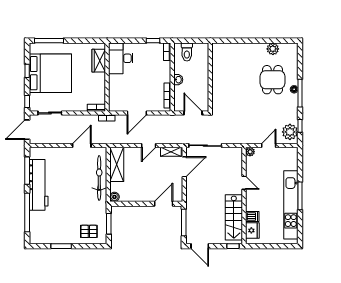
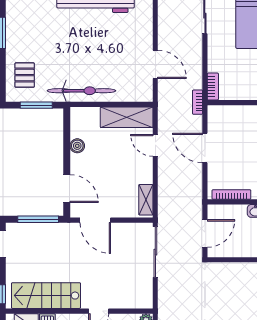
door: (149, 146) -> (155, 145), moved
door: (184, 167) -> (95, 220), moved
bicycle: (99, 178) -> (81, 91), moved
boiler: (114, 197) -> (77, 146), moved

